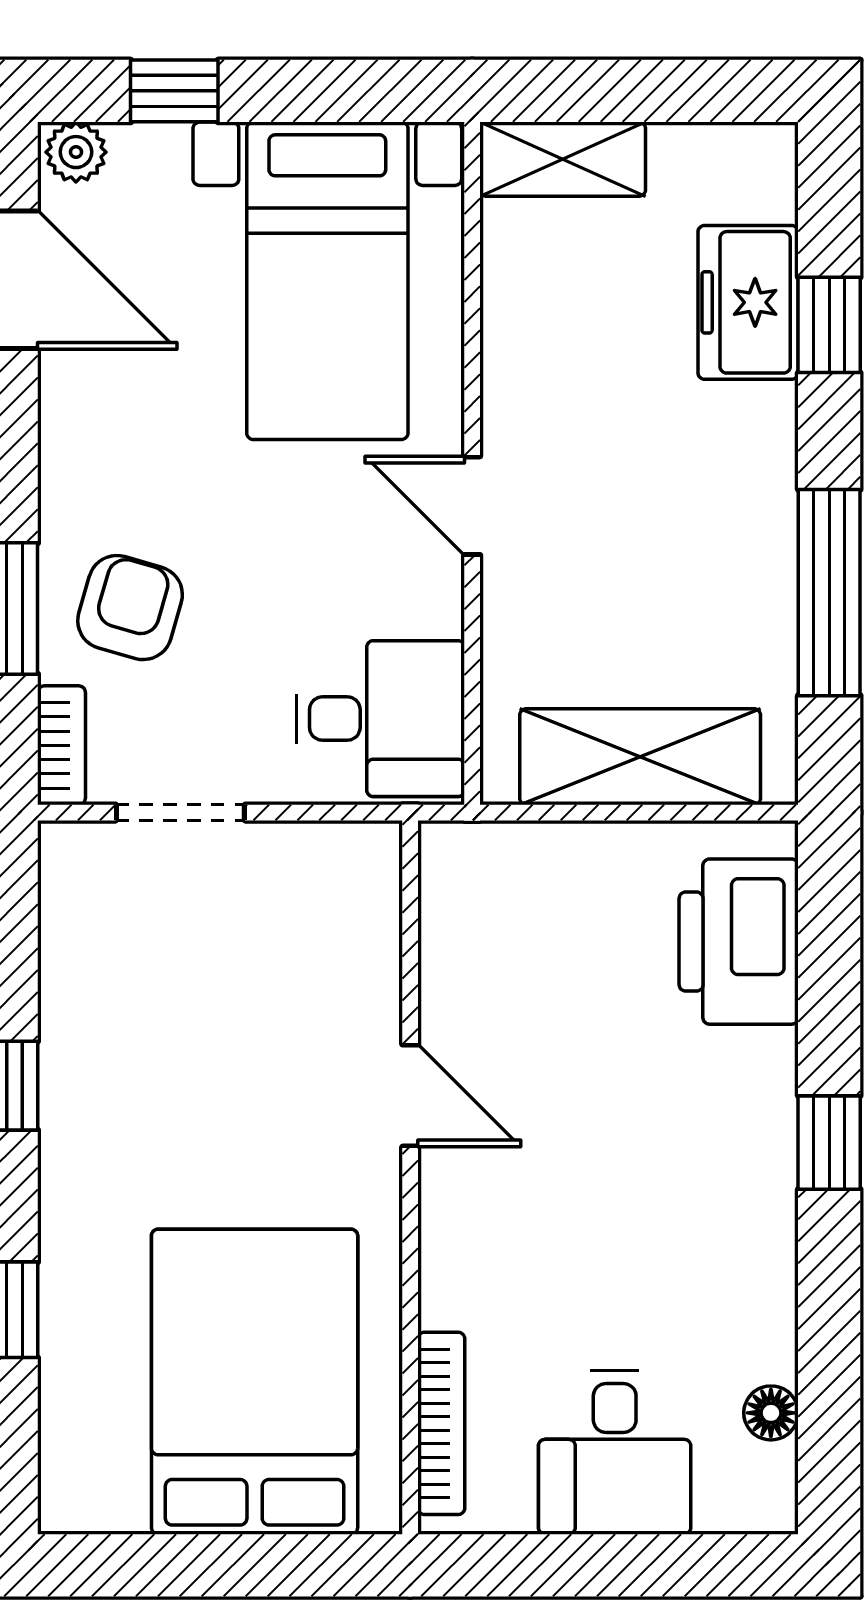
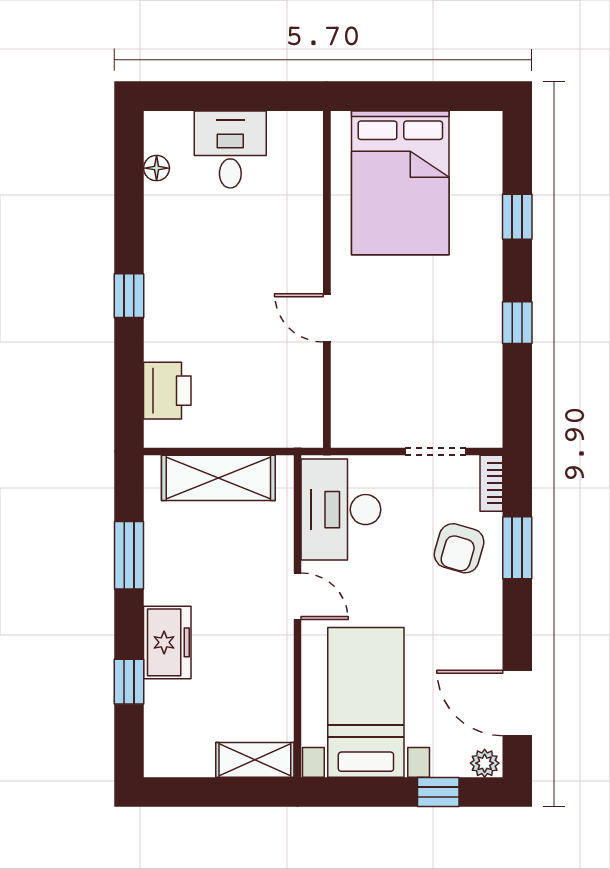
freezer: (748, 302) -> (167, 642), moved
window: (829, 593) -> (129, 555), width x0.69
desk: (380, 719) -> (341, 510), width x1.37
printer: (739, 942) -> (167, 391), width x0.73, depth x0.84
bookcase: (441, 1423) -> (312, 163), removed

